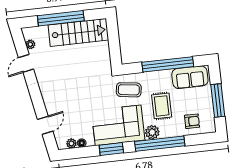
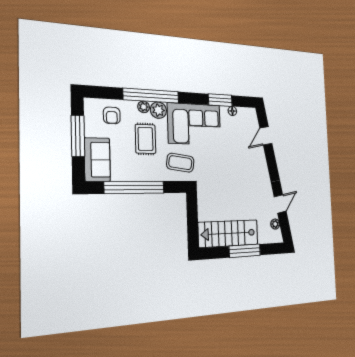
window: (61, 18) -> (245, 251), width x0.68
sofa: (190, 77) -> (97, 160), moved, turned 90
armchair: (192, 121) -> (112, 115), turned -90
plant: (71, 143) -> (144, 107), moved
window: (111, 149) -> (220, 100), moved

